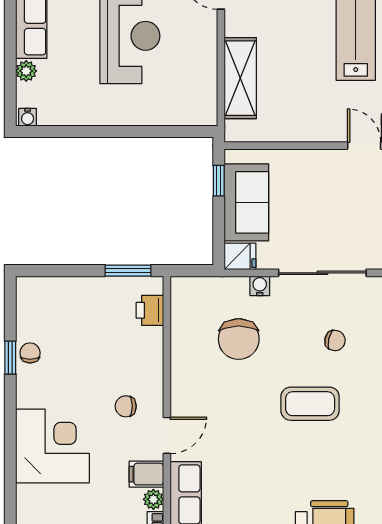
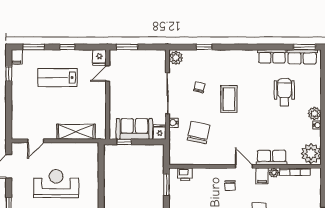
chair: (239, 339) -> (199, 133), turned -78

